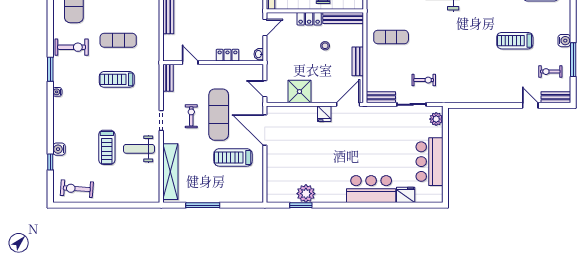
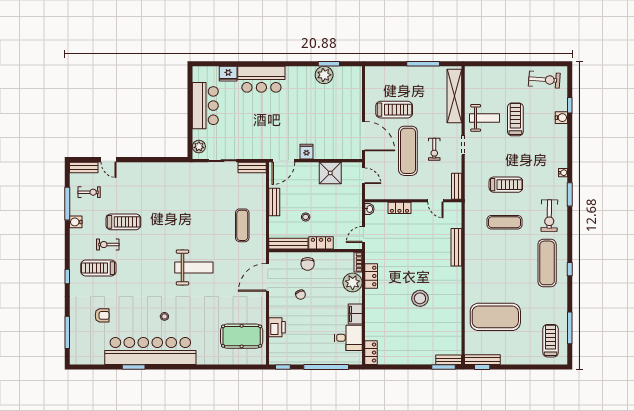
exercise mat: (391, 37) -> (242, 225), turned 90
exercise bike: (72, 47) -> (549, 216), turned -89
exercise bike: (424, 80) -> (108, 245), moved

